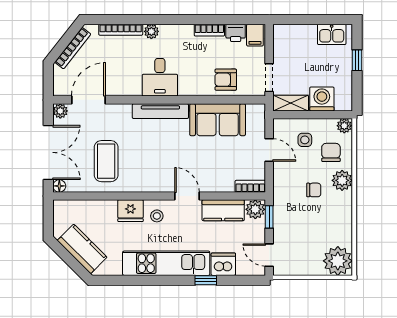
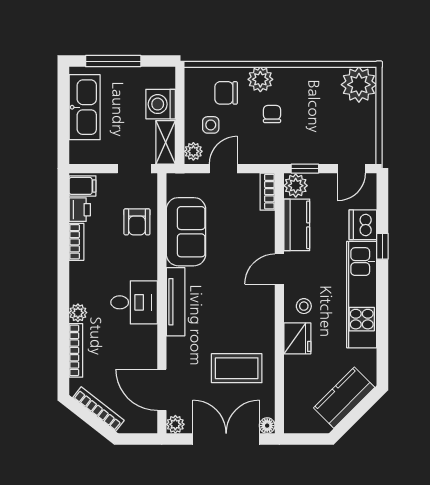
kitchen sink: (332, 34) -> (85, 107), width x1.88, depth x1.24
window: (357, 60) -> (113, 61), width x2.17
plant: (344, 126) -> (193, 151), moved

